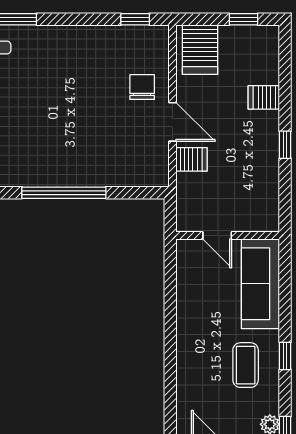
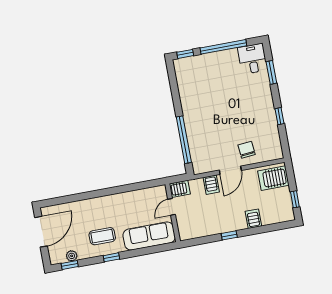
window: (135, 19) -> (279, 116), moved
chair: (142, 87) -> (247, 150), turned -95
window: (64, 193) -> (184, 140), moved
server rack: (188, 215) -> (180, 189), added

